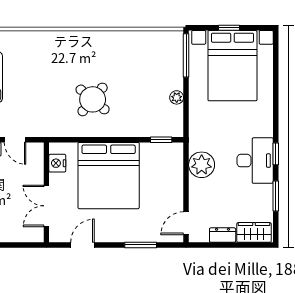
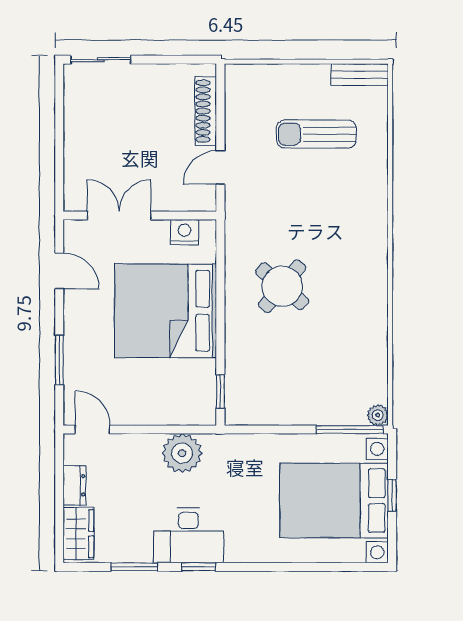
plant: (177, 97) -> (378, 415), moved

